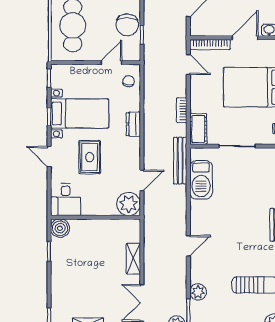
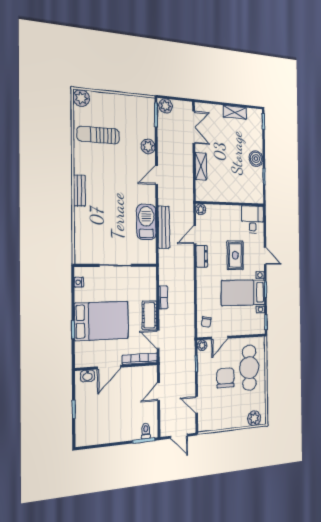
chair: (127, 25) -> (225, 378), moved
plant: (134, 55) -> (202, 345), added
dresser: (133, 124) -> (202, 256), moved
cot: (198, 129) -> (149, 315), moved
bench: (180, 161) -> (164, 227), moved
barbecue: (201, 180) -> (146, 222), moved
plant: (129, 204) -> (201, 209), width x0.53, depth x0.53
boiler: (60, 228) -> (256, 159), moved
plant: (198, 292) -> (148, 146), moved

